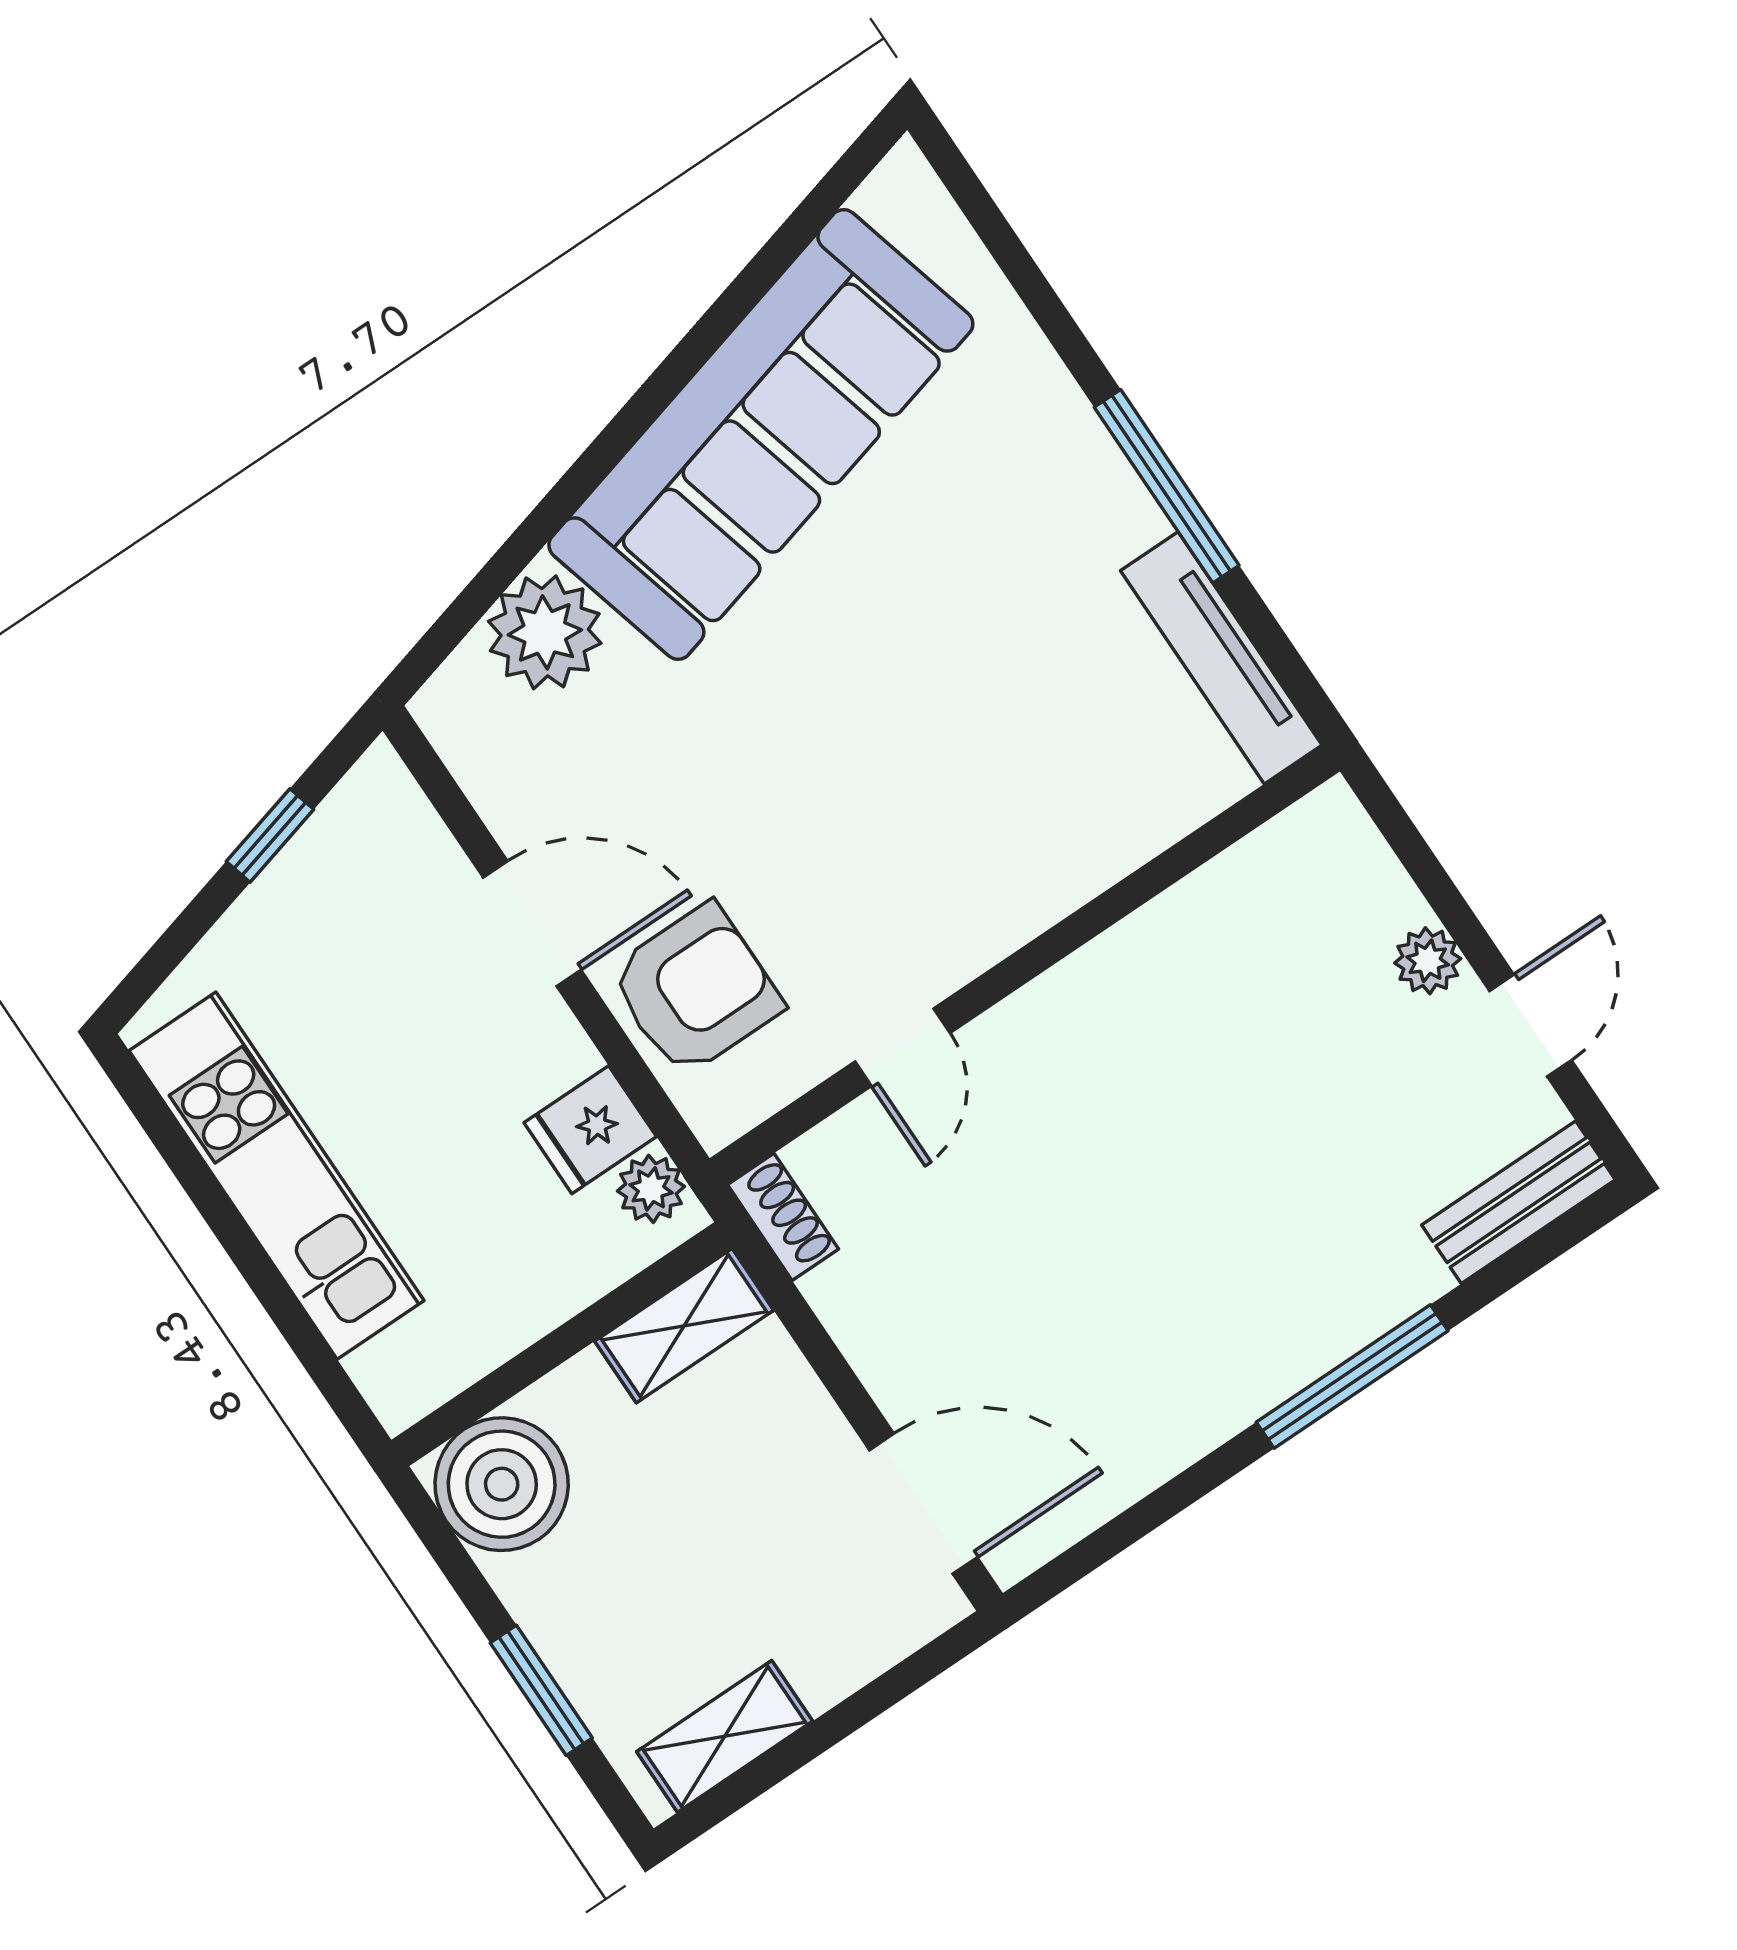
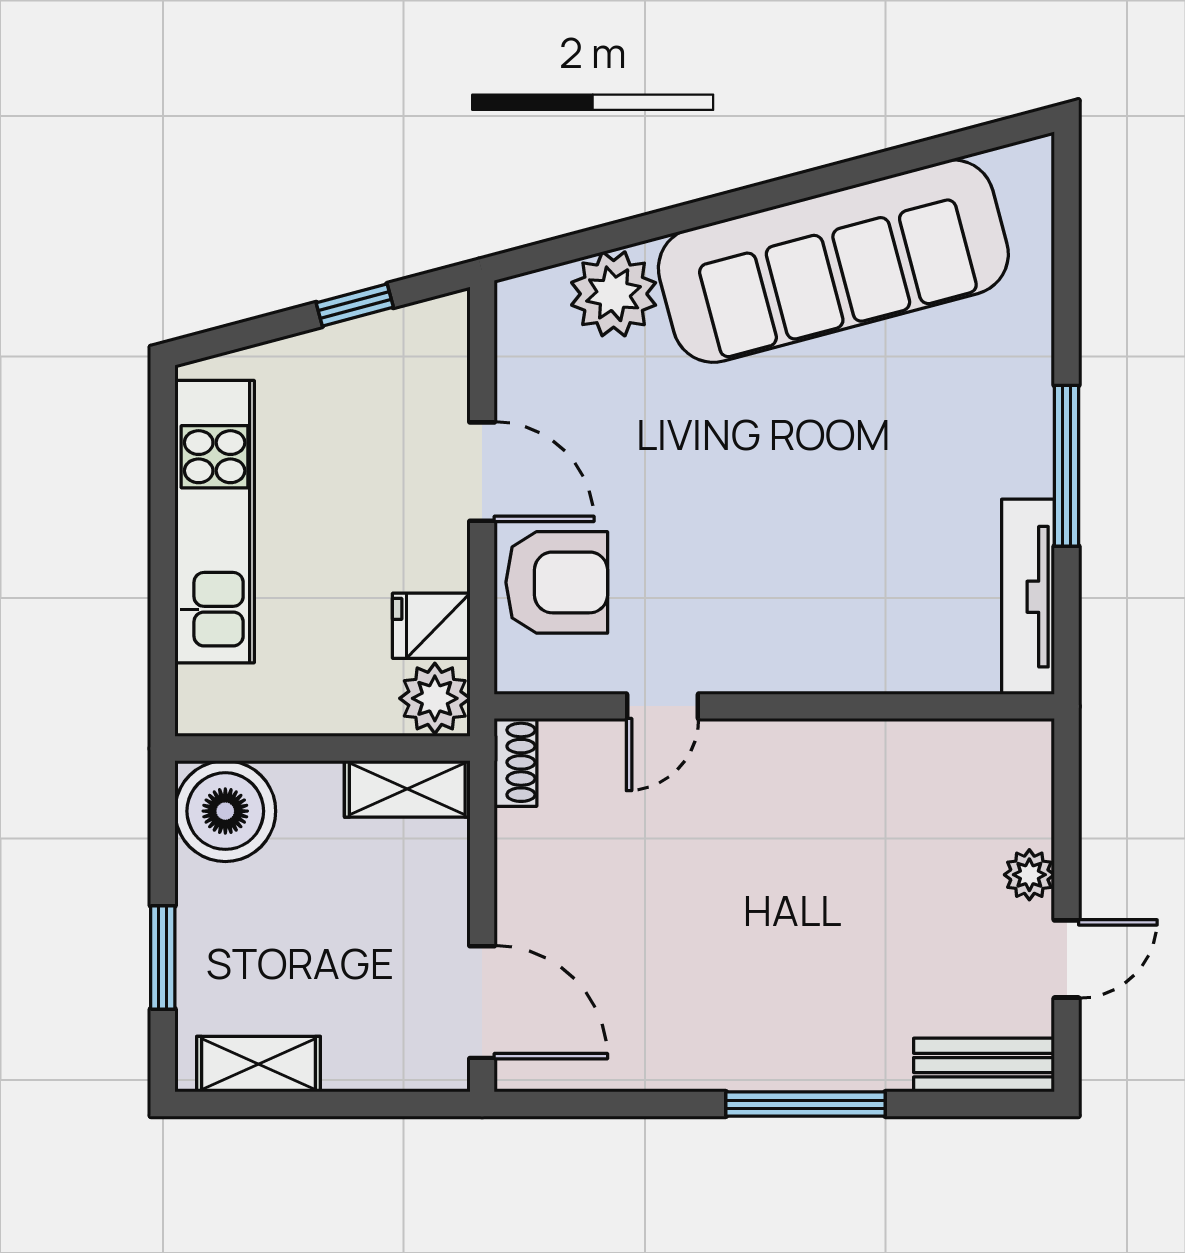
plant: (651, 1189) -> (435, 698), width x1.38, depth x1.38

